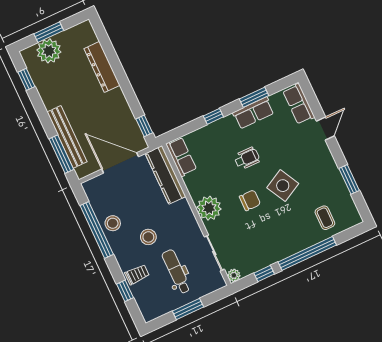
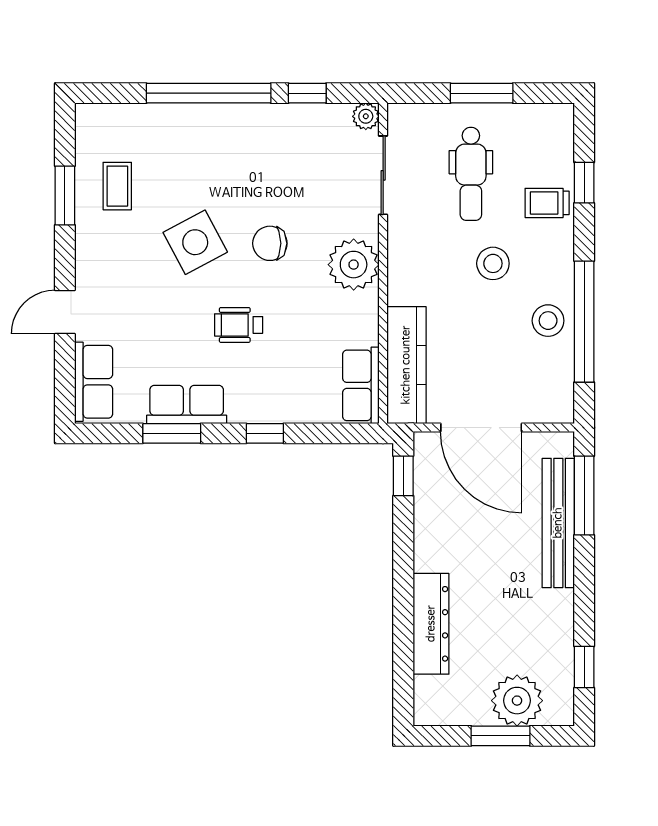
coffee table: (325, 218) -> (117, 186), moved

